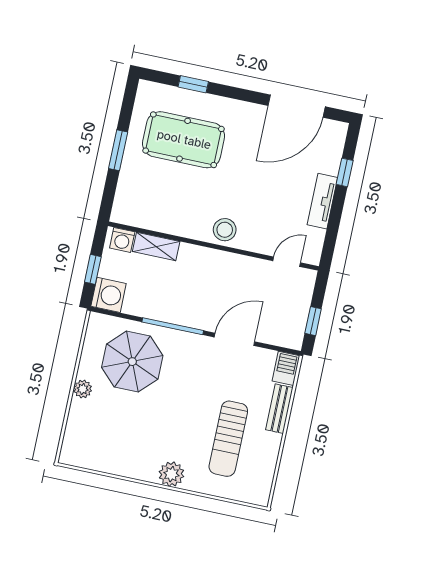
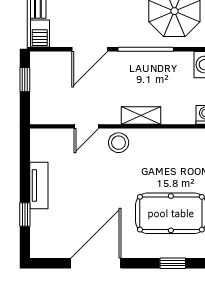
door: (297, 106) -> (96, 263), moved
shelving: (156, 246) -> (141, 115), moved
door: (287, 262) -> (86, 126), moved

